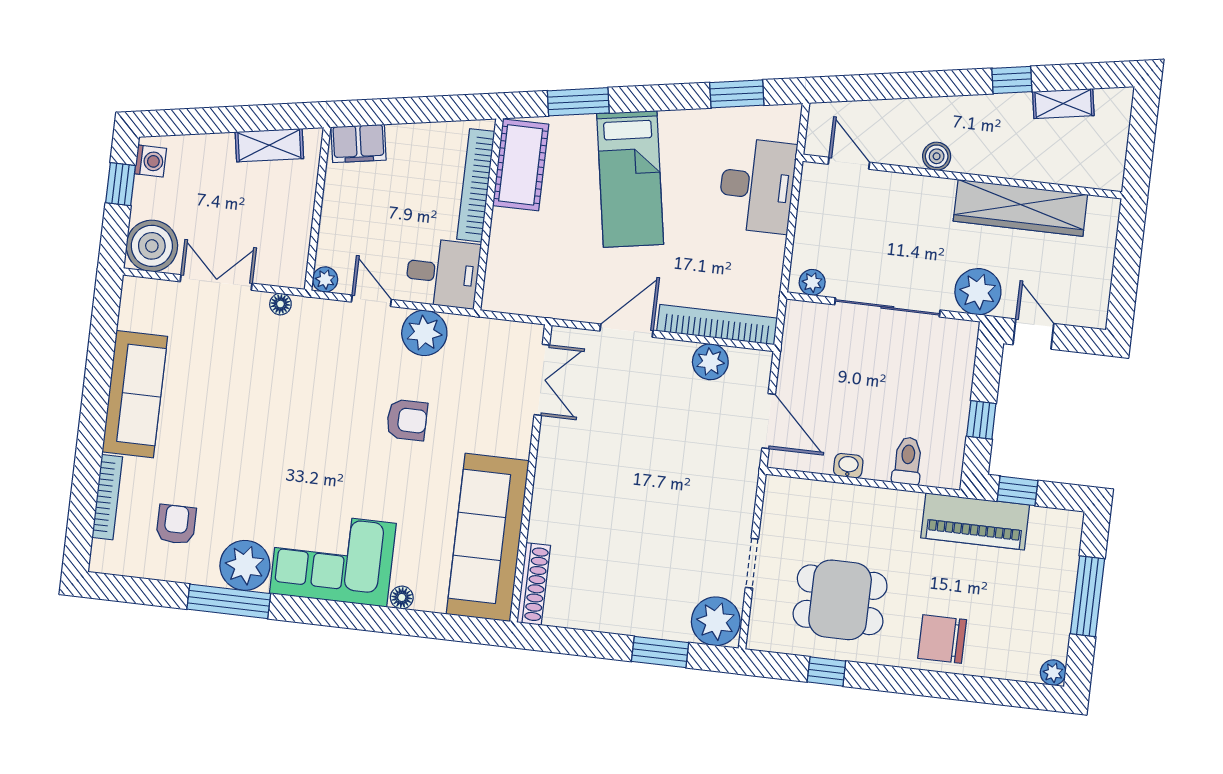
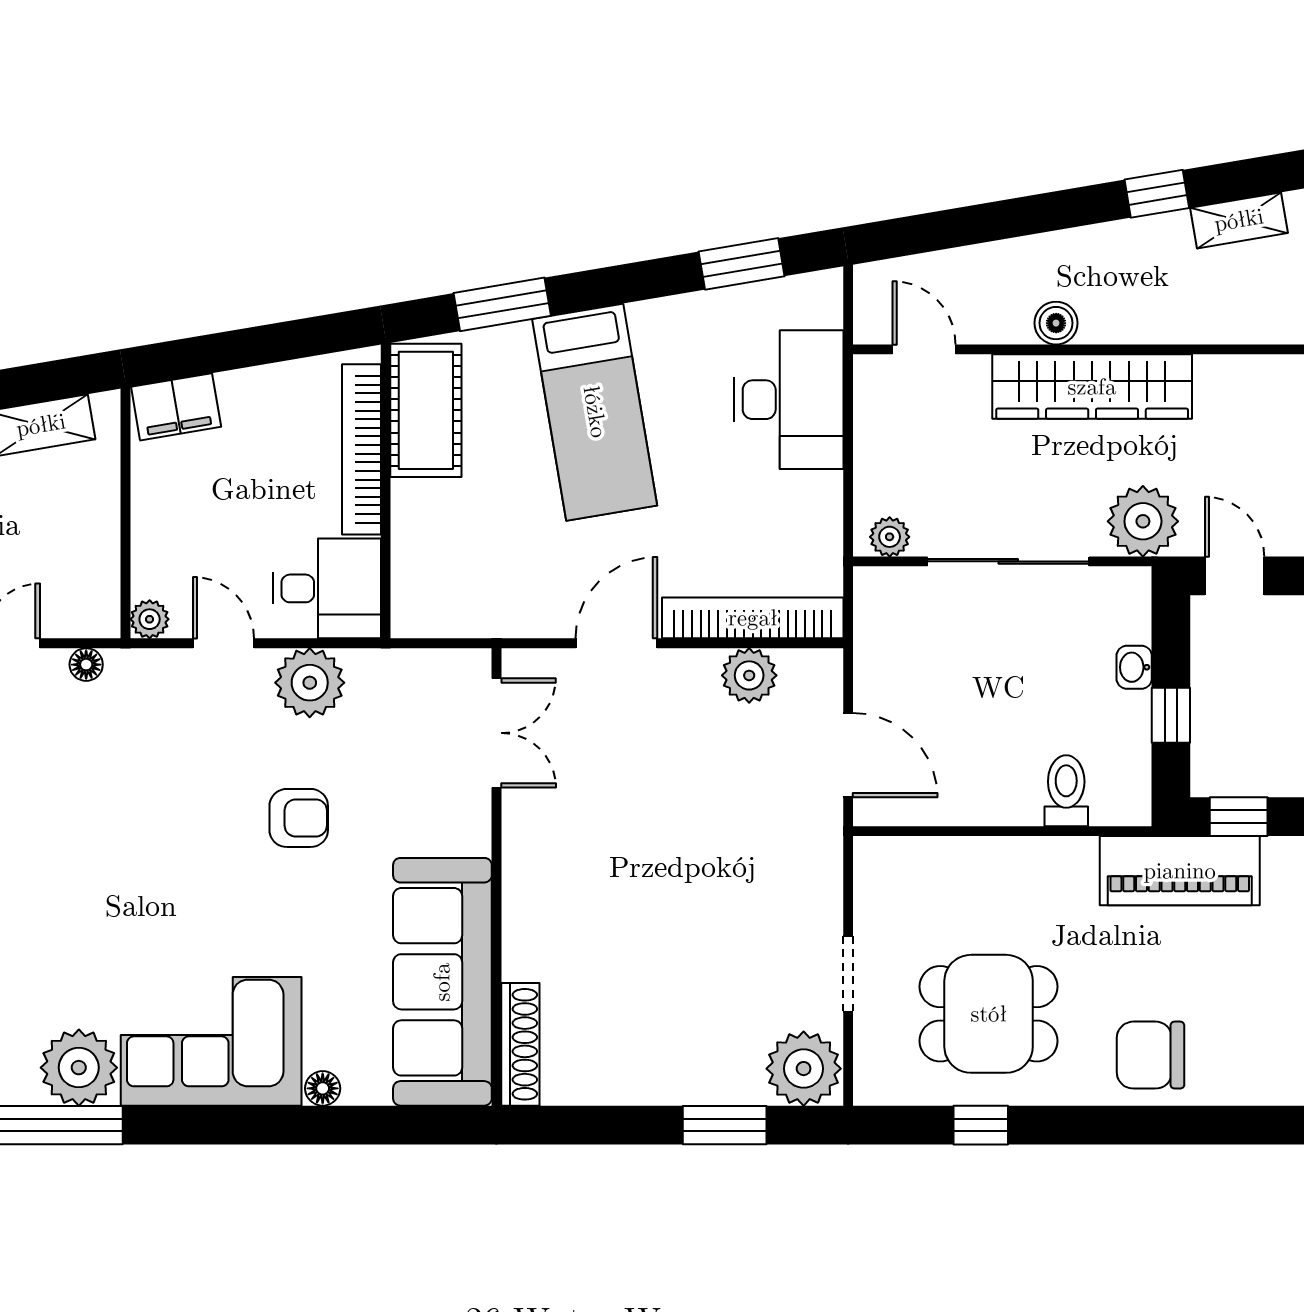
wardrobe: (1020, 208) -> (1092, 387), moved
washbasin: (848, 466) -> (1134, 667), moved, turned -90

